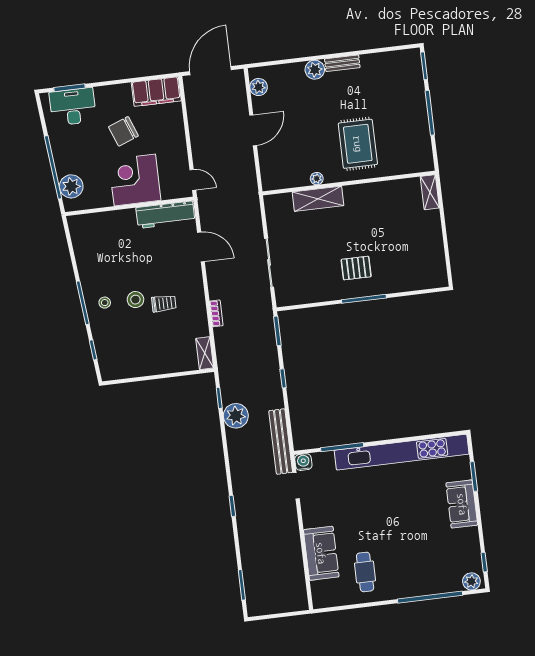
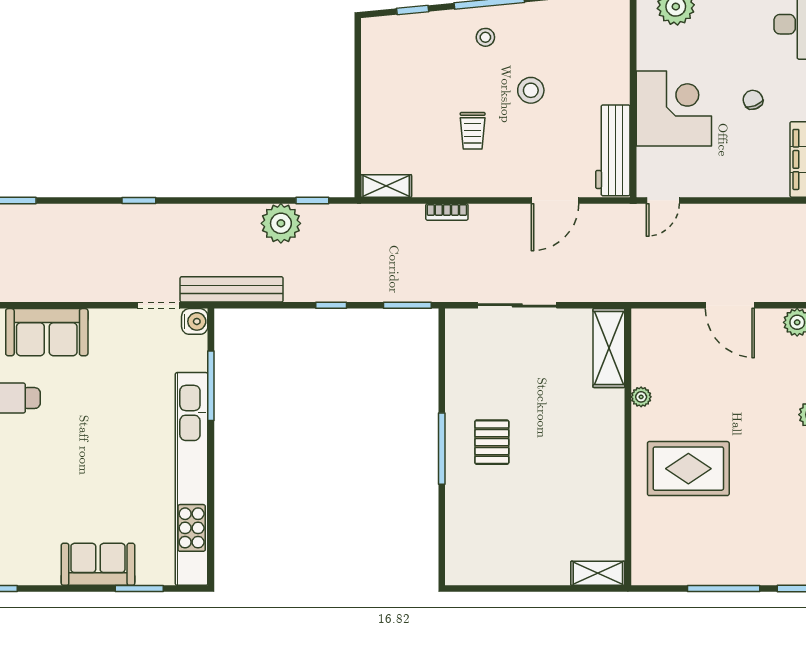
chair: (123, 131) -> (753, 100), width x0.54, depth x0.54
shelving: (318, 199) -> (609, 348), moved
stool: (135, 300) -> (531, 90), moved

